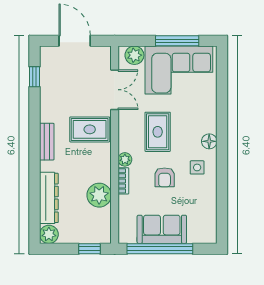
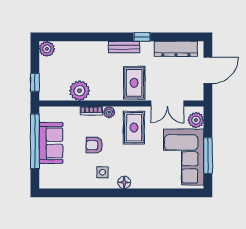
window: (35, 77) -> (142, 37), moved
rug: (158, 132) -> (134, 128), moved, turned 90
dresser: (49, 198) -> (176, 49), moved

